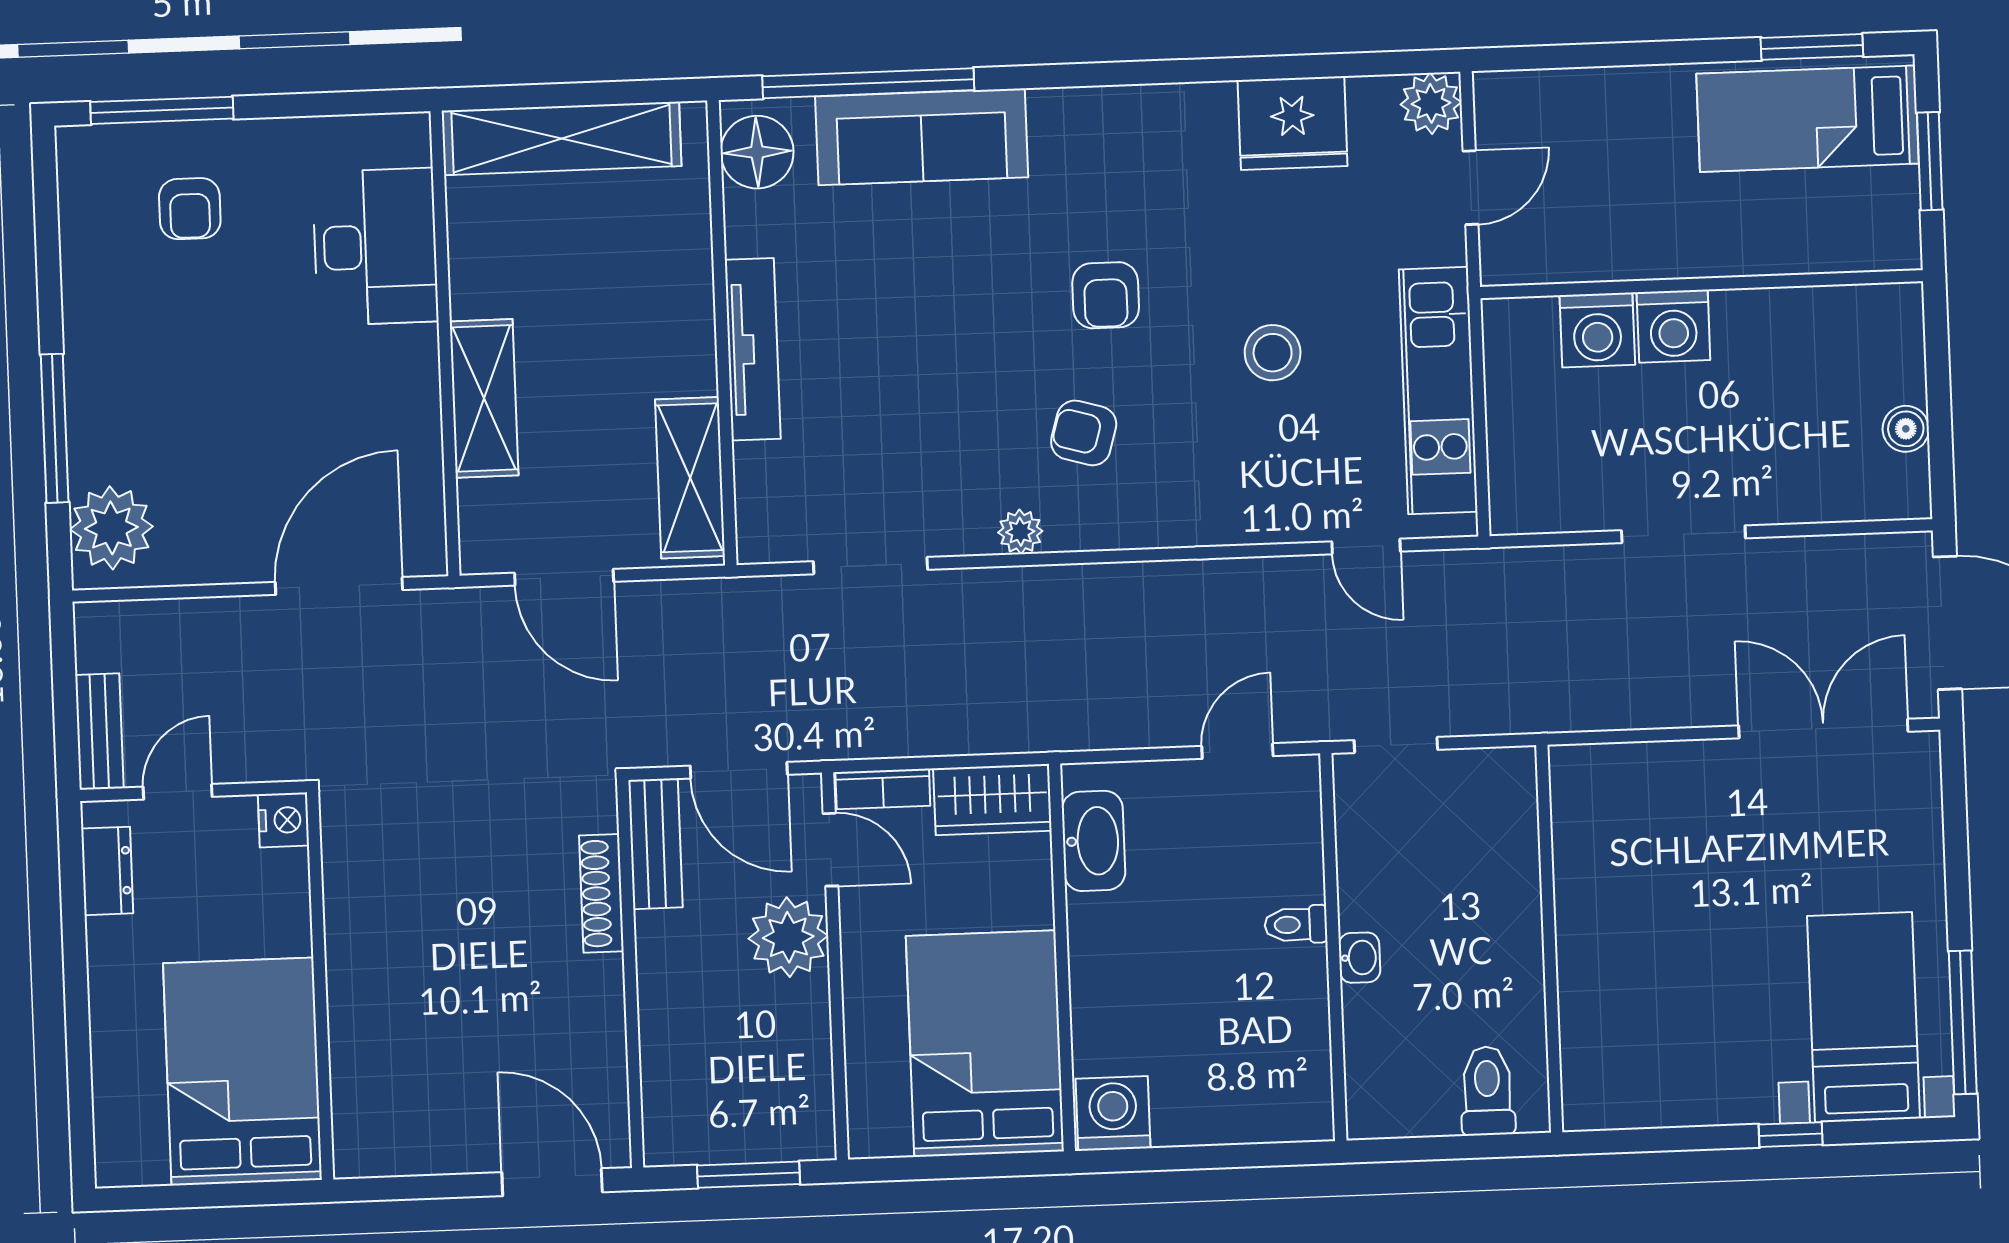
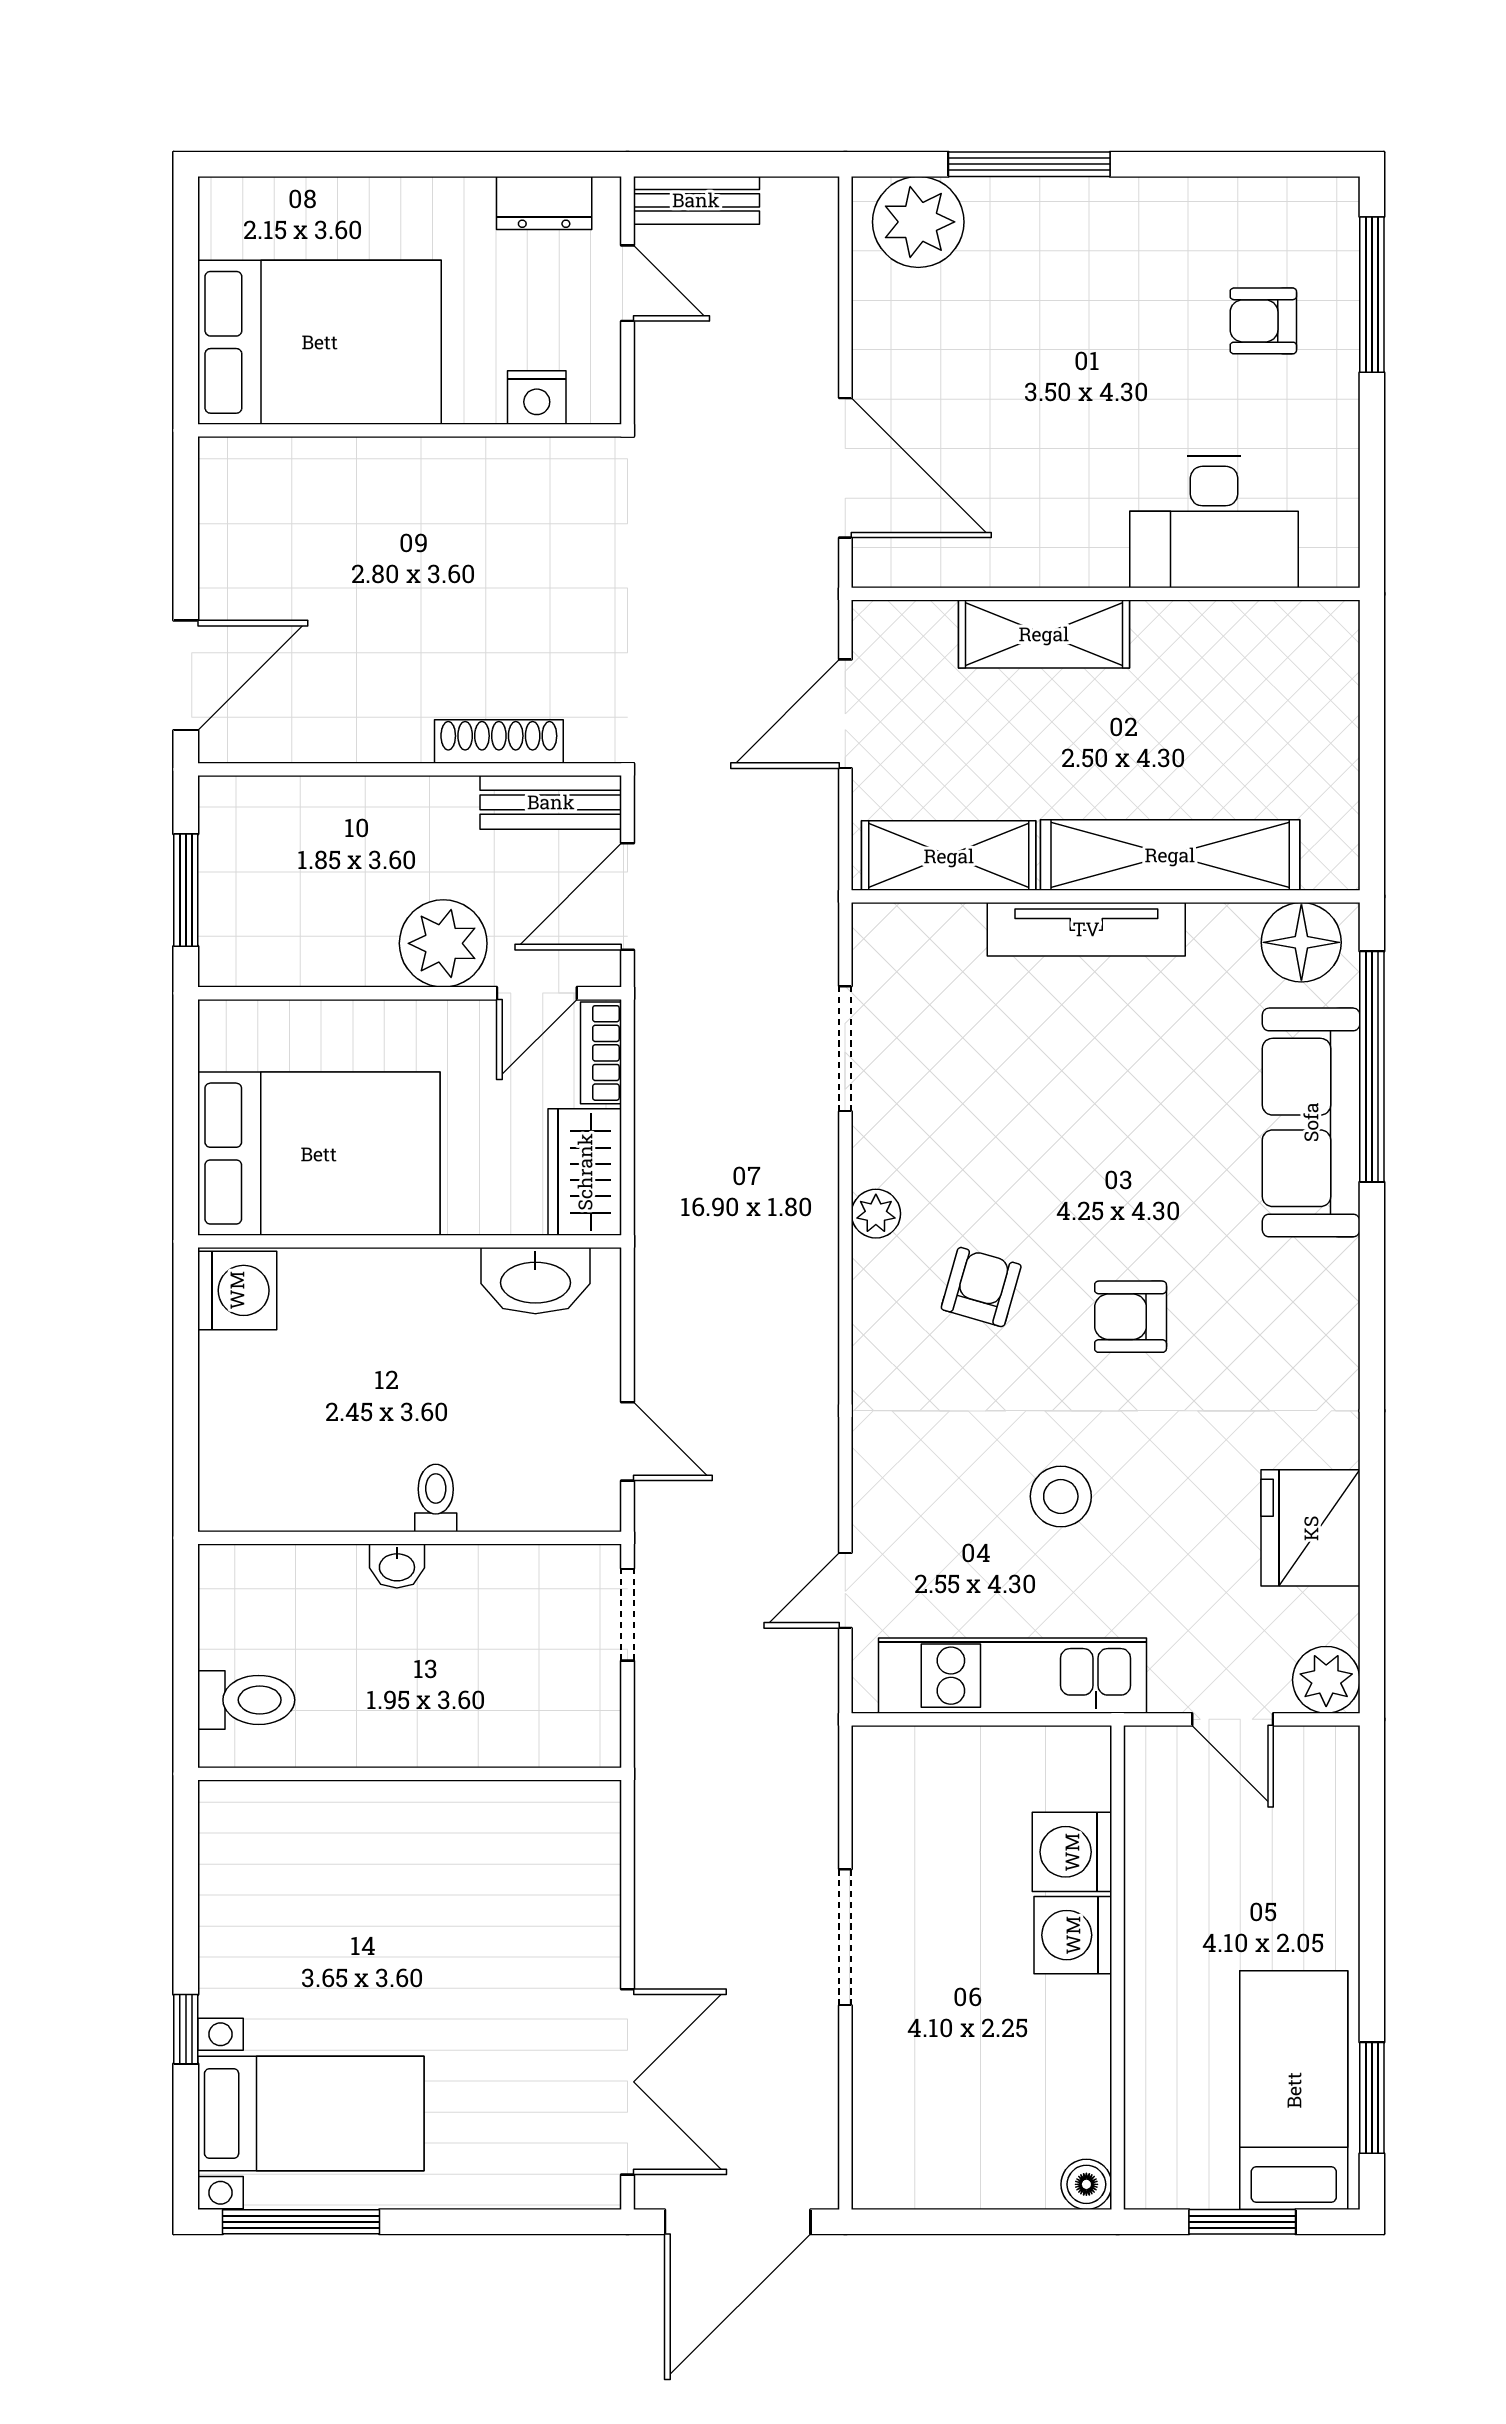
shelving: (561, 138) -> (1170, 855), moved, turned 90
boiler: (1906, 429) -> (1086, 2184), moved
nightstand: (284, 820) -> (537, 398), moved

